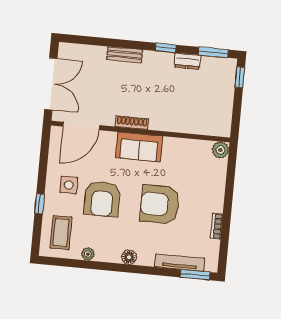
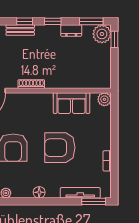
window: (131, 45) -> (25, 21), added
plant: (225, 69) -> (102, 34), added
sofa: (139, 147) -> (71, 103), moved

